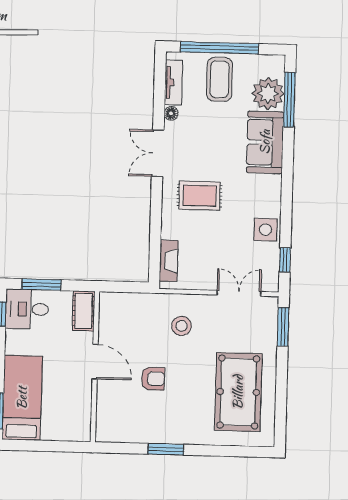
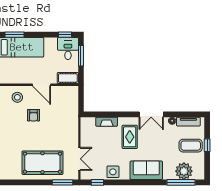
window: (220, 48) -> (207, 145), width x0.32
sofa: (265, 142) -> (146, 170), moved
double door: (158, 153) -> (151, 114), swing flipped
fireplace: (169, 261) -> (107, 122), moved
stool: (181, 326) -> (17, 97), moved
door: (95, 362) -> (42, 85), hinge flipped
pool table: (238, 392) -> (42, 163), moved

